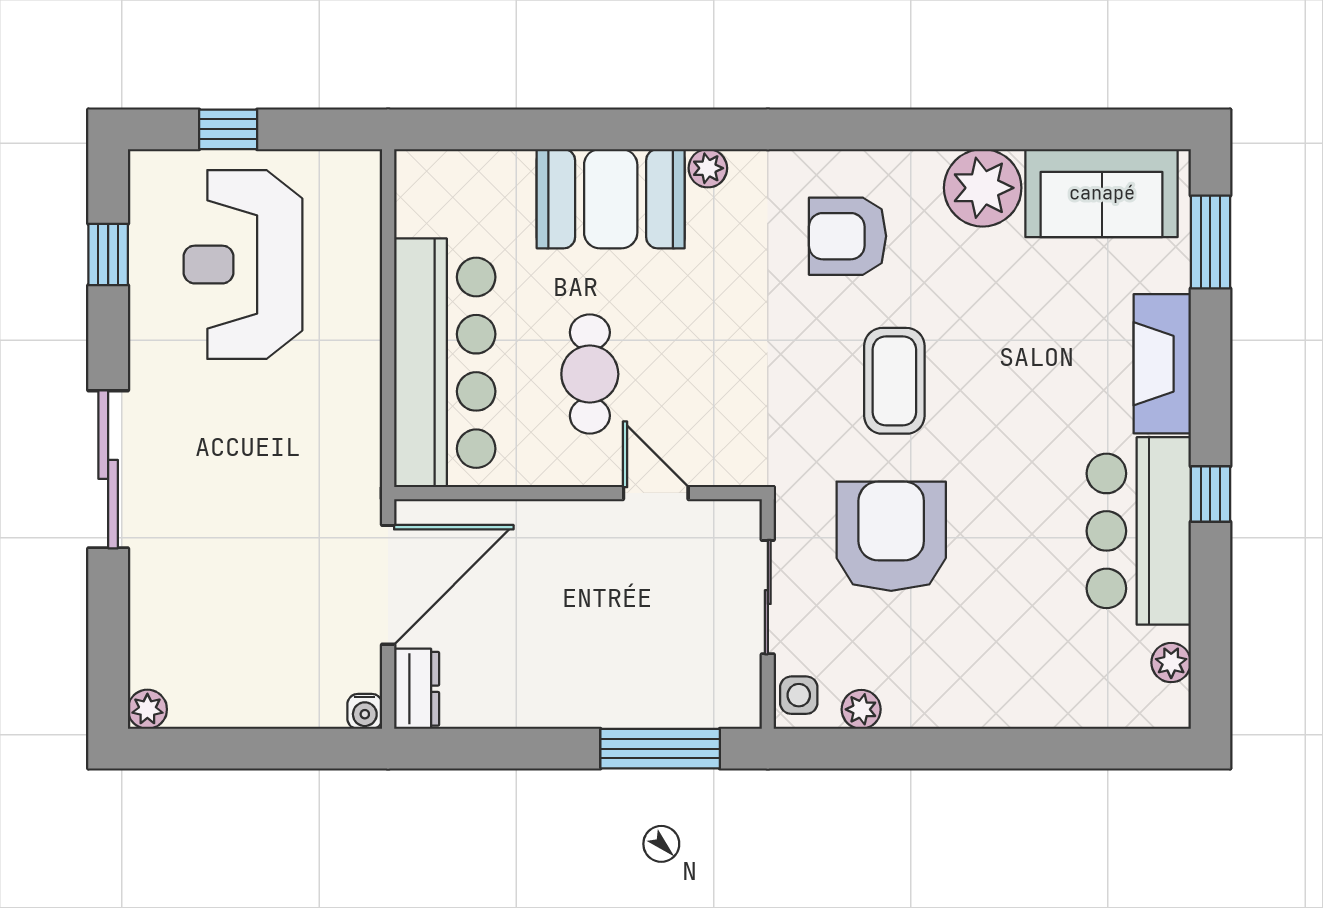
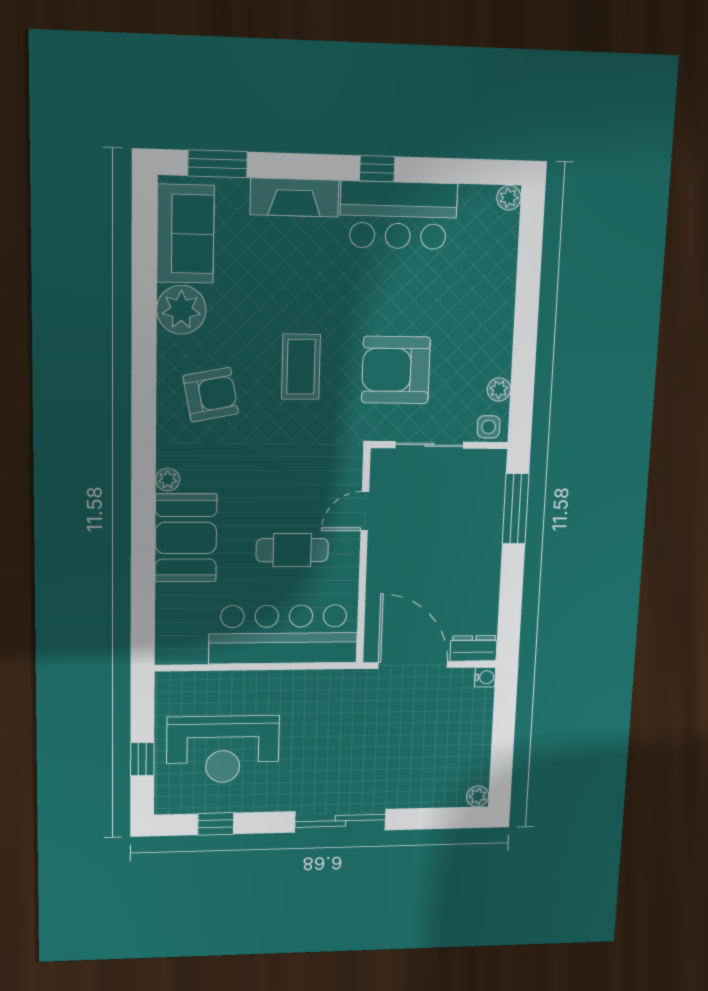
armchair: (848, 236) -> (211, 395), turned -101
coffee table: (894, 381) -> (301, 367), turned 90
plant: (1171, 663) -> (509, 198), moved

